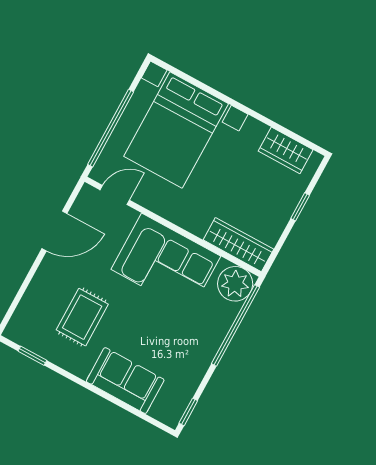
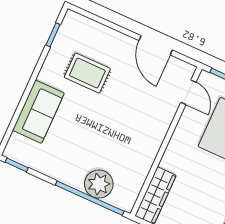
corner sofa: (166, 263) -> (136, 138), removed
plant: (235, 284) -> (99, 184), moved

